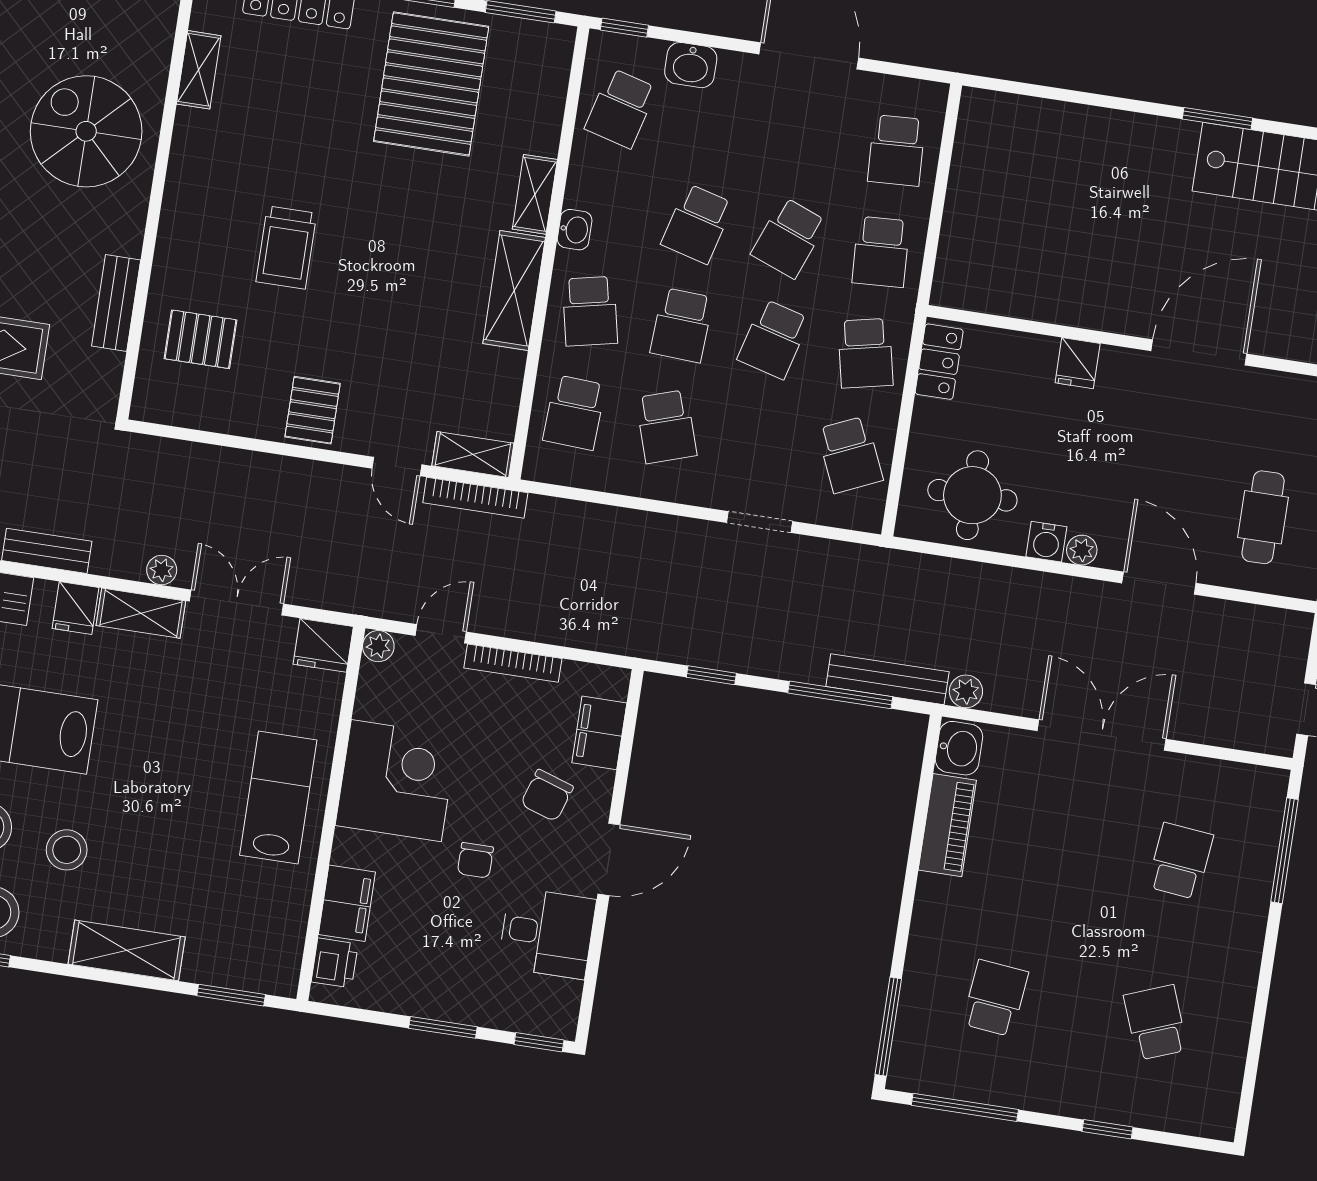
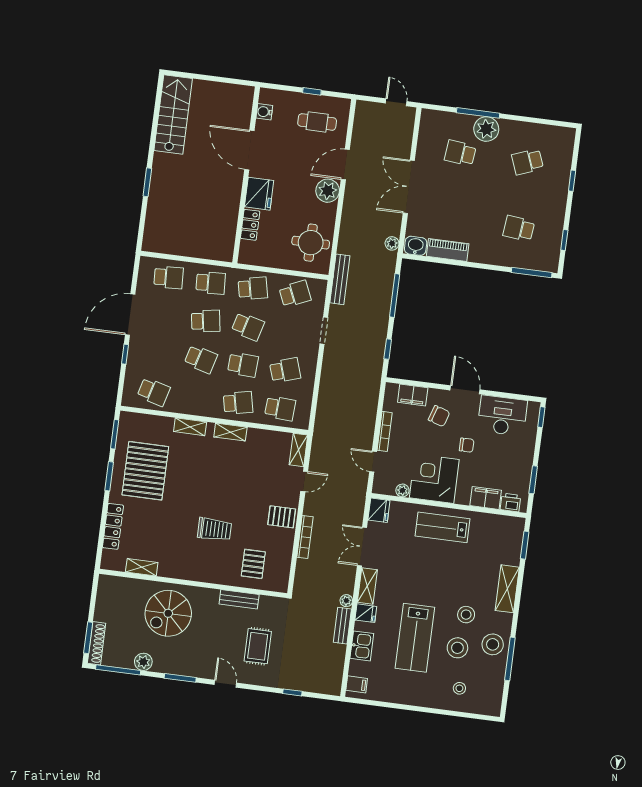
window: (624, 28) -> (125, 354), moved
washbasin: (691, 65) -> (135, 363), removed
pallet: (431, 84) -> (145, 471), turned 90
window: (1217, 118) -> (147, 182), moved
washbasin: (575, 230) -> (204, 410), removed
school desk: (789, 238) -> (206, 321), turned -30
shelving: (514, 291) -> (230, 432), width x0.67, depth x0.75
locker: (939, 362) -> (250, 225), moved, turned 90
fridge: (1078, 363) -> (259, 194), width x1.88, depth x1.34
bookcase: (475, 498) -> (305, 537), moved
water cooler: (1046, 542) -> (264, 112), moved, turned 180
plant: (1082, 550) -> (328, 191), width x1.87, depth x1.87
plant: (162, 570) -> (346, 601), moved
plant: (378, 646) -> (402, 490), moved
bench: (887, 679) -> (340, 279), moved
window: (1285, 851) -> (478, 113), moved
plant: (1237, 925) -> (486, 129), added
desk: (547, 933) -> (502, 416), width x1.37
window: (443, 1027) -> (533, 480), moved
window: (965, 1107) -> (564, 240), width x0.46

